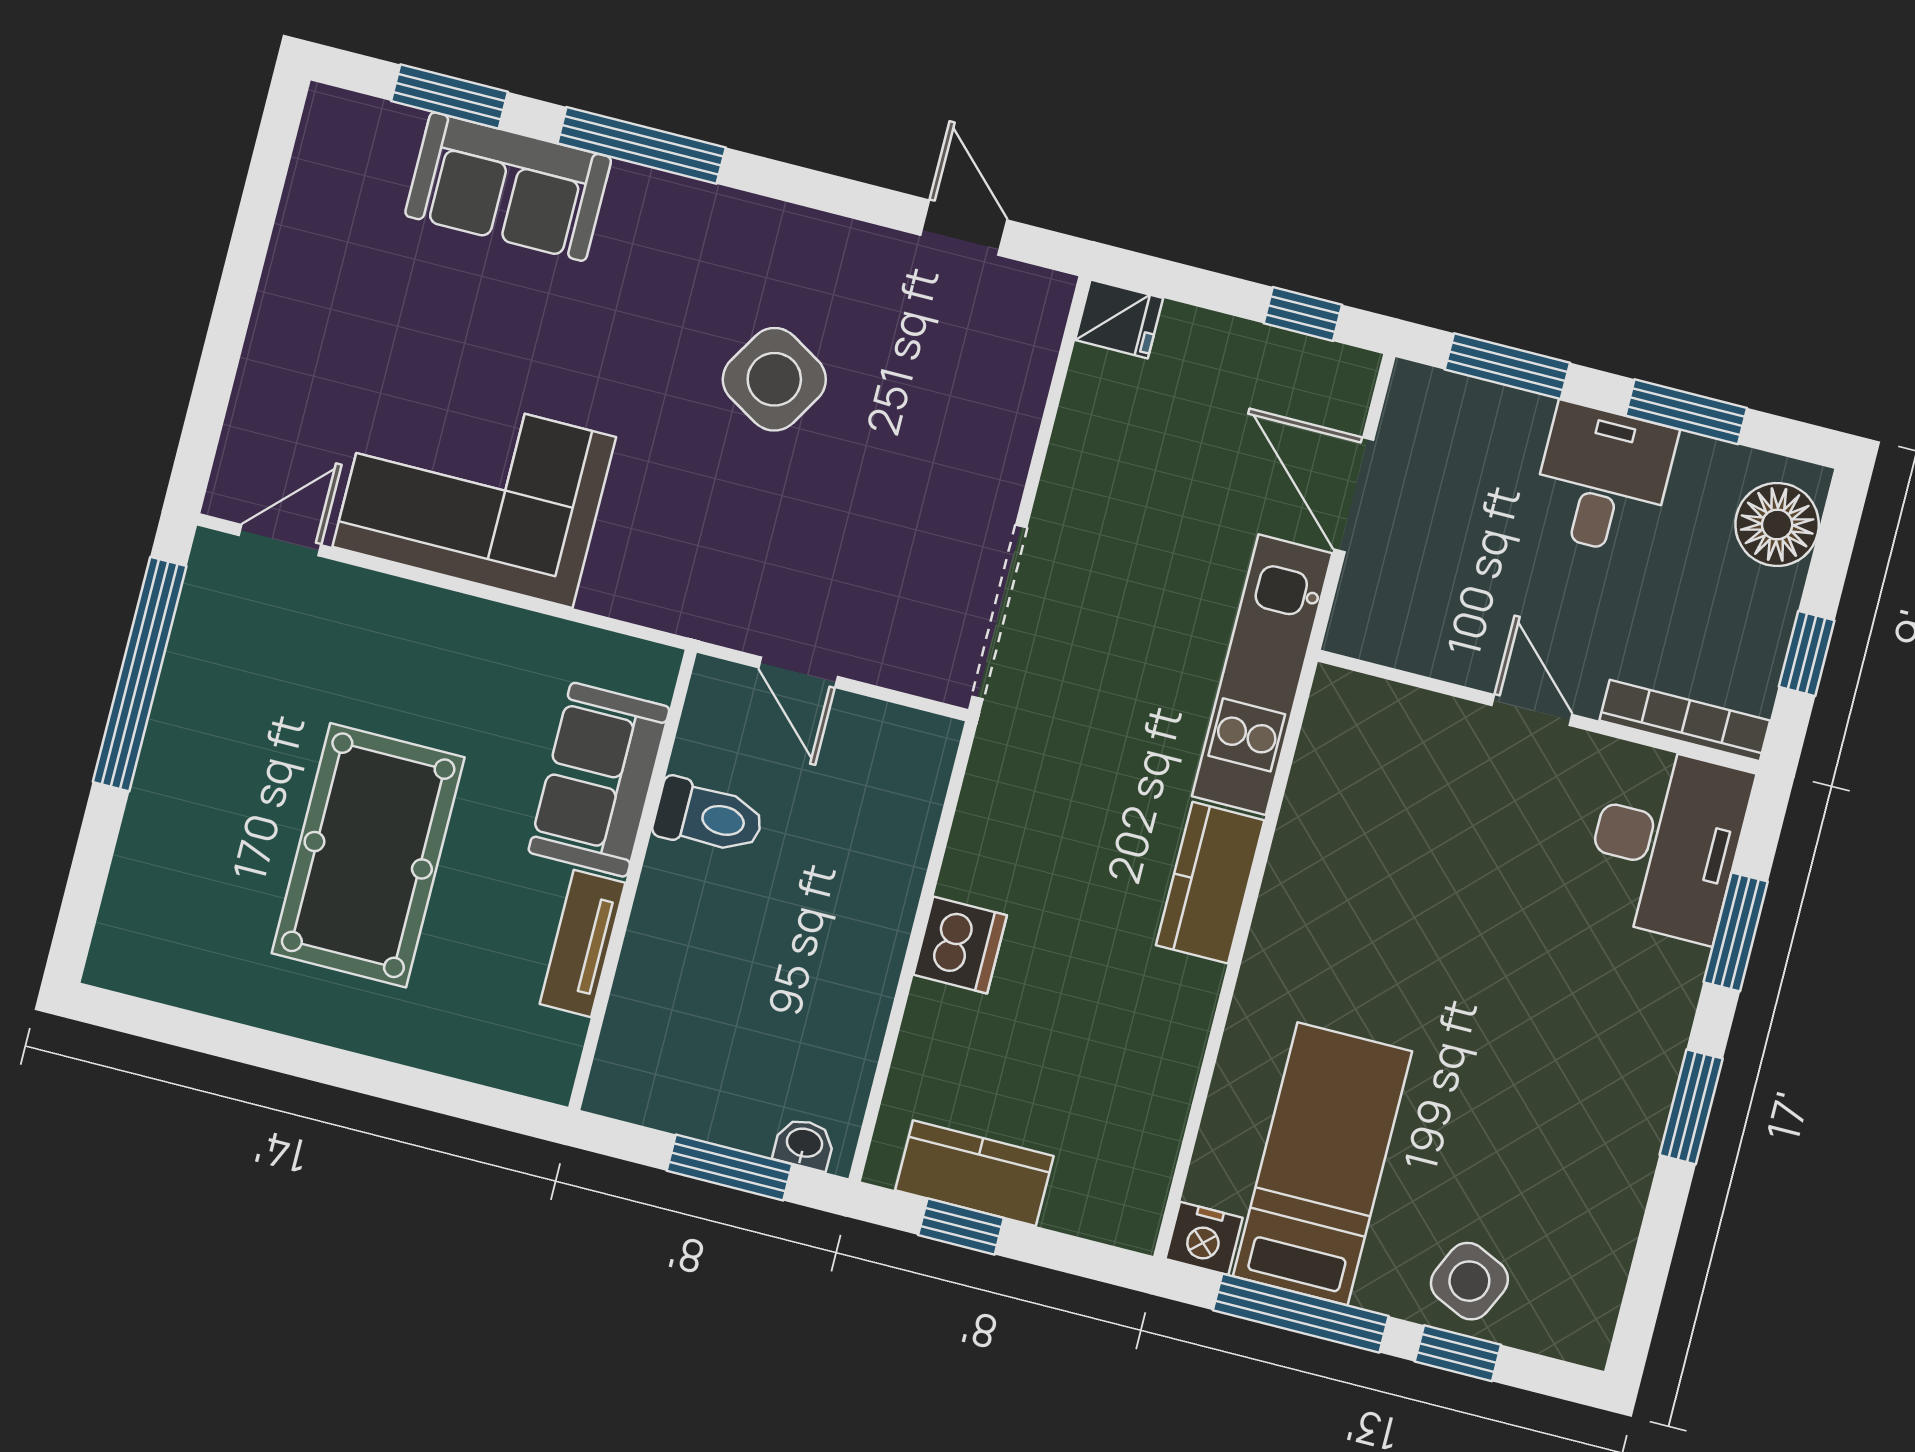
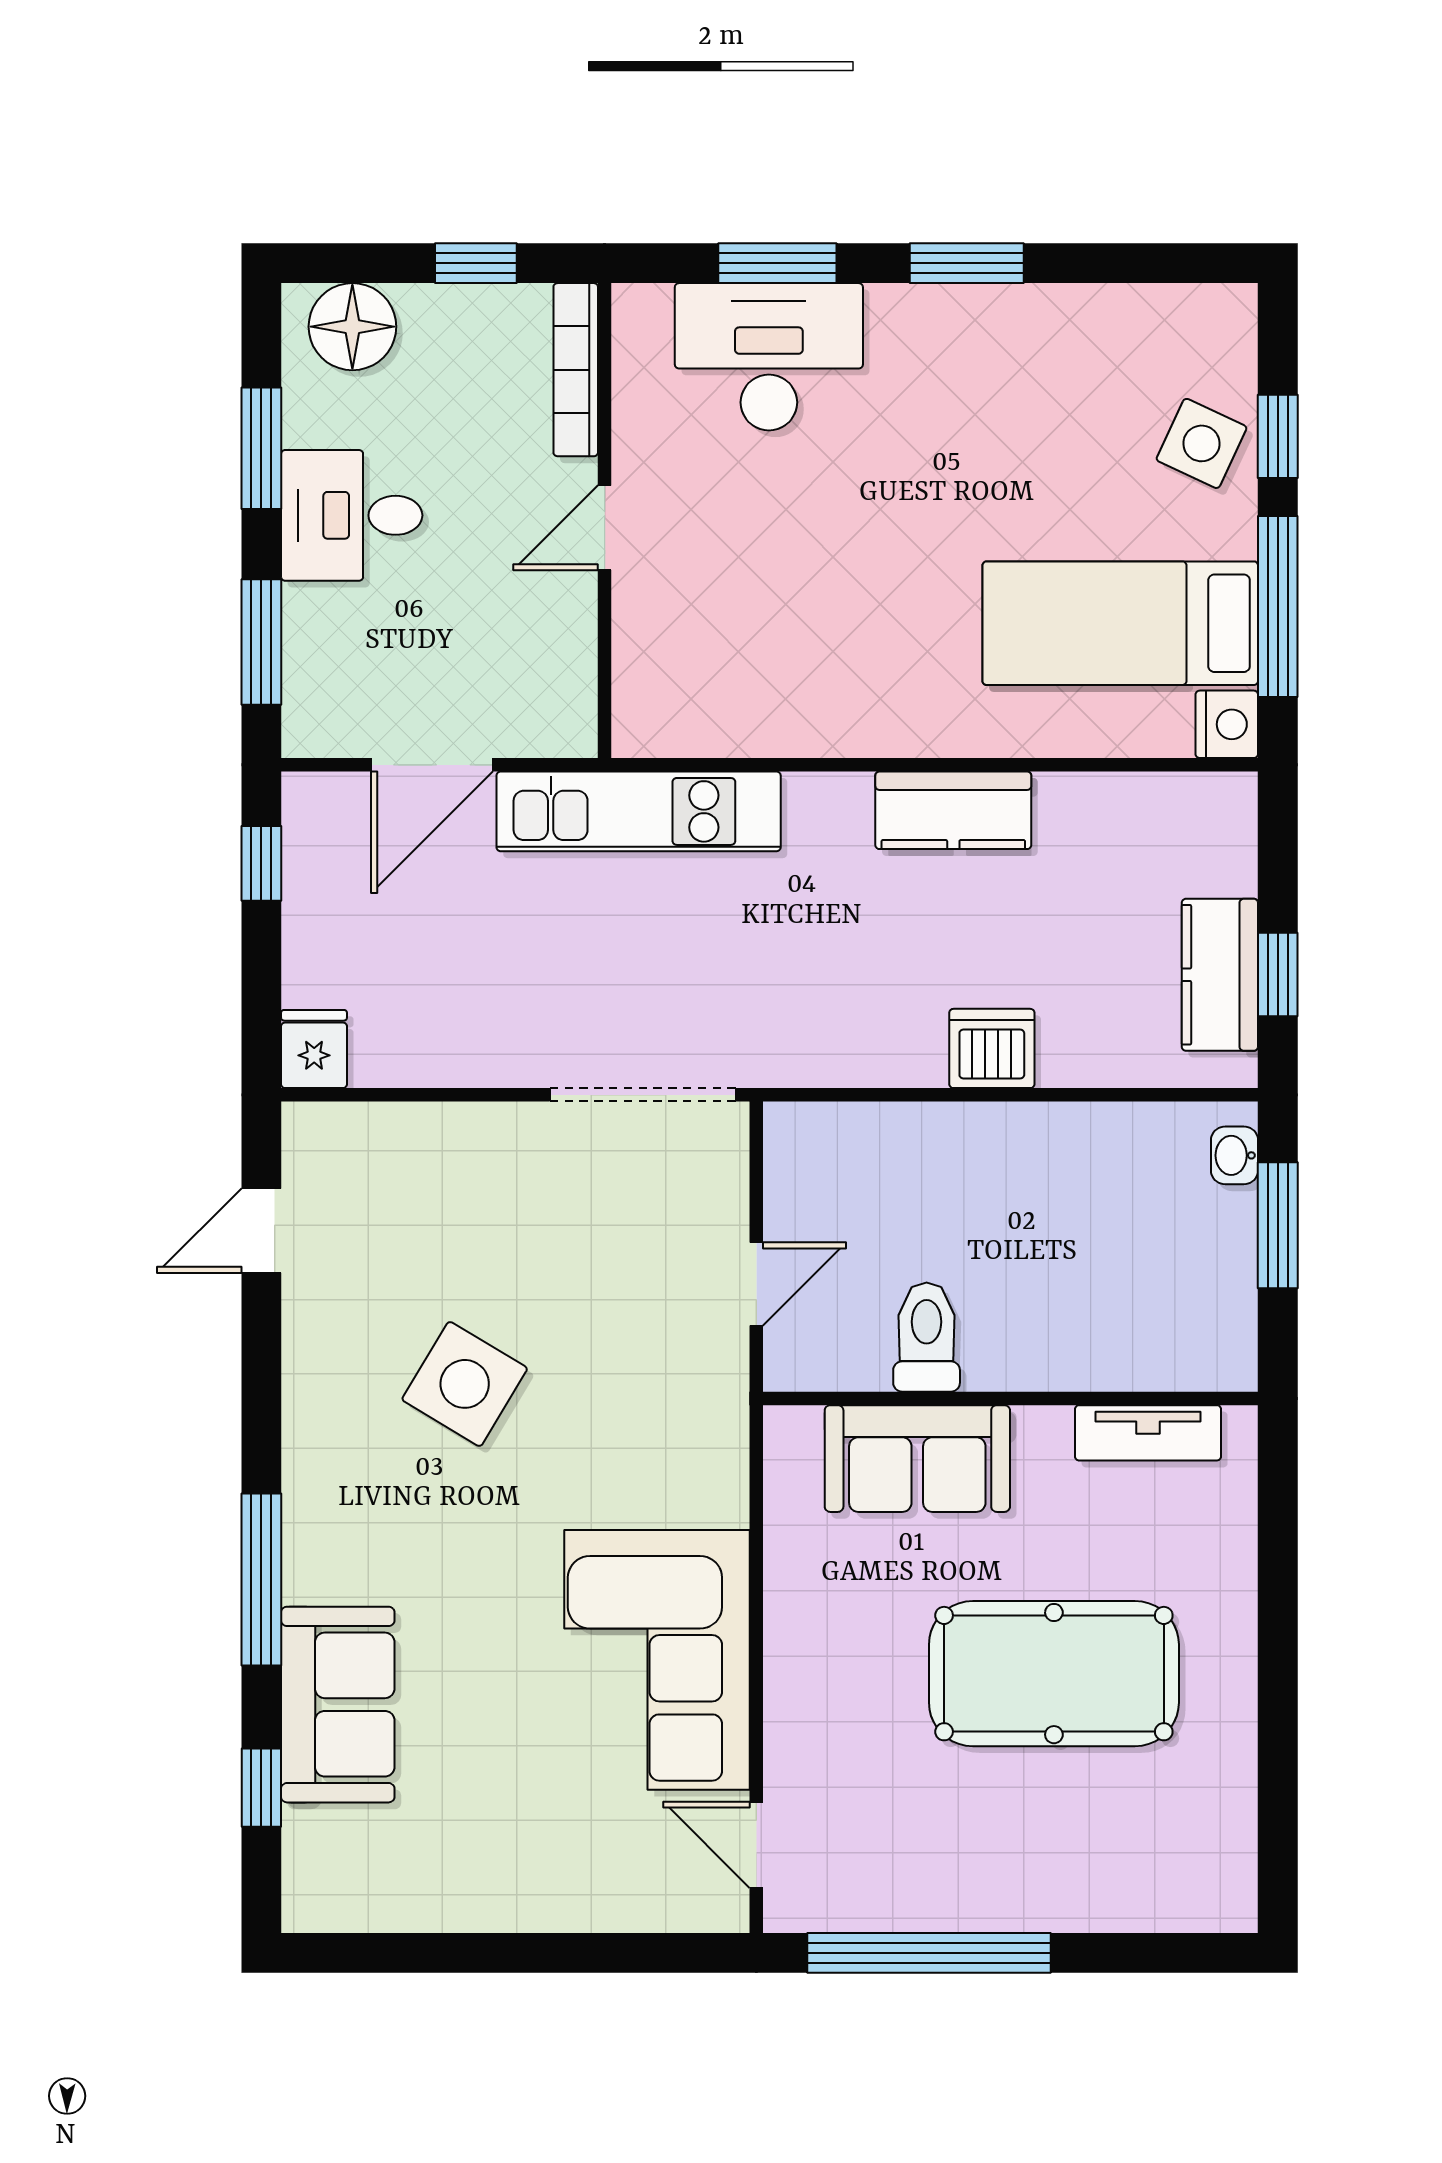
window: (449, 96) -> (261, 1788), width x0.67
desk: (1666, 843) -> (769, 357), moved
kitchen counter: (1210, 883) -> (953, 810), moved
tv unit: (582, 943) -> (1148, 1433), moved

